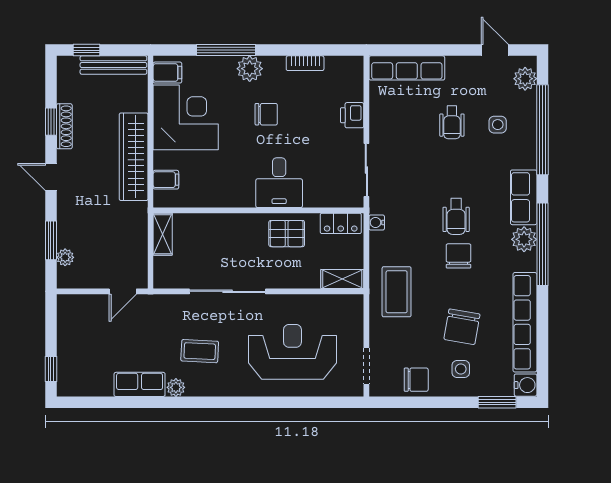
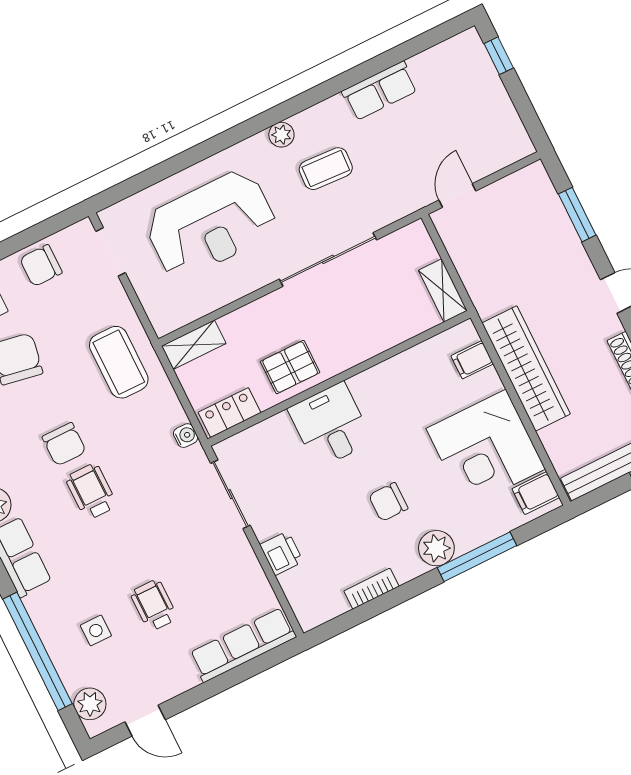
plant: (65, 257) -> (549, 202), removed
plant: (176, 387) -> (281, 135), moved

